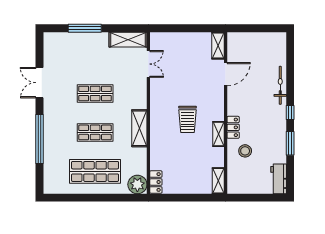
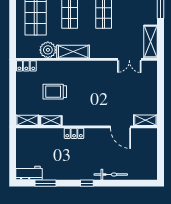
trolley: (187, 119) -> (55, 92), moved
shelving: (218, 134) -> (51, 121), moved
window: (290, 143) -> (45, 183), moved
stool: (245, 151) -> (53, 144), removed
plant: (137, 184) -> (48, 50), moved

